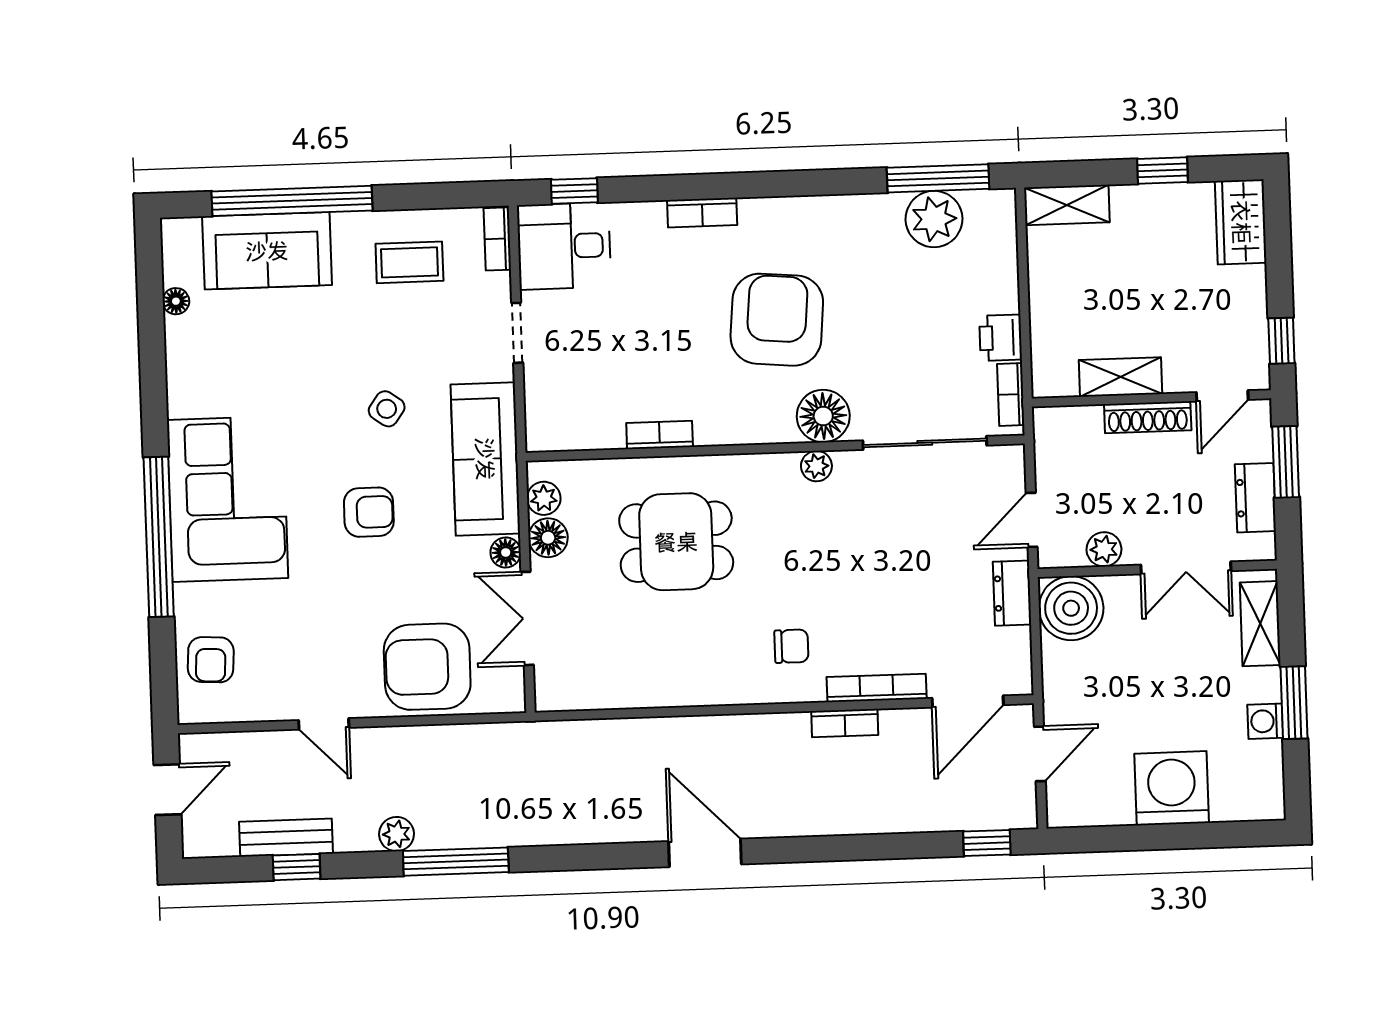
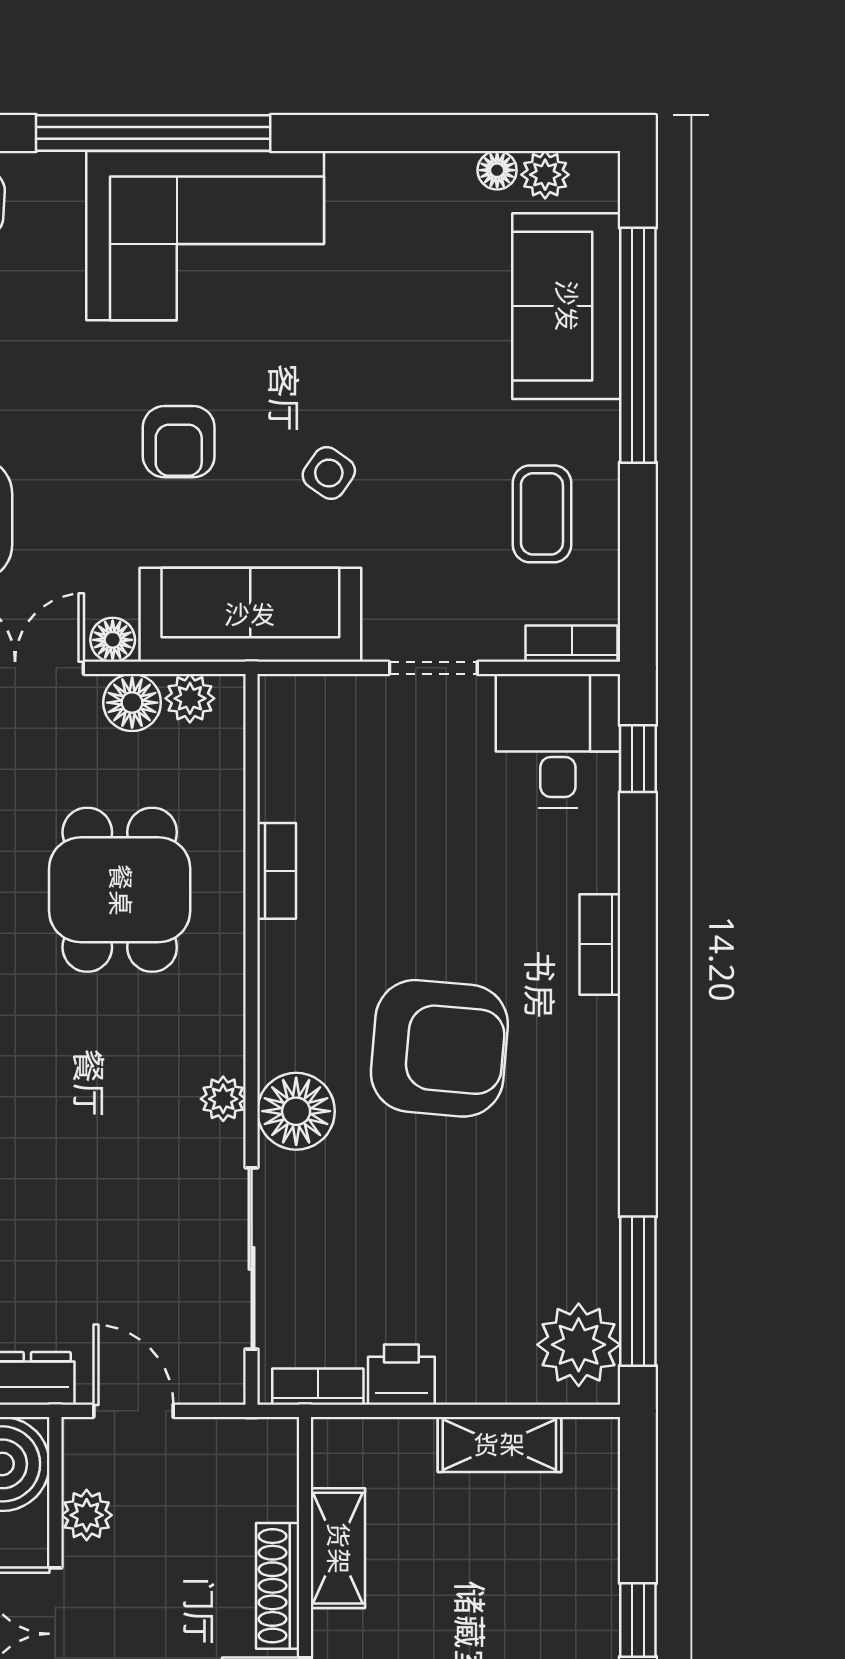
shelving: (1067, 205) -> (499, 1445), moved, turned 90
plant: (934, 219) -> (579, 1345), moved
plant: (178, 268) -> (545, 175), added

